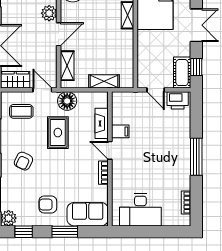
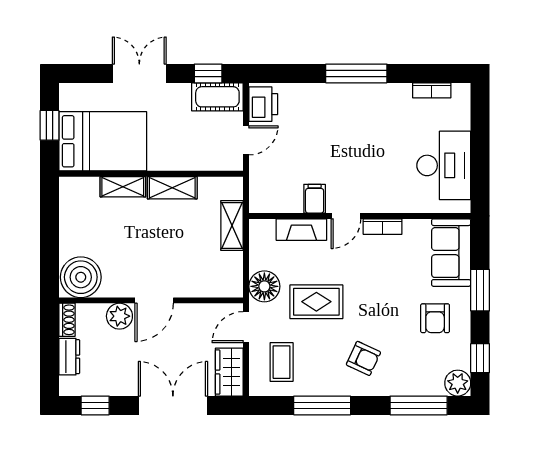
door: (59, 34) -> (154, 300), swing flipped
shelving: (67, 66) -> (172, 188), moved

